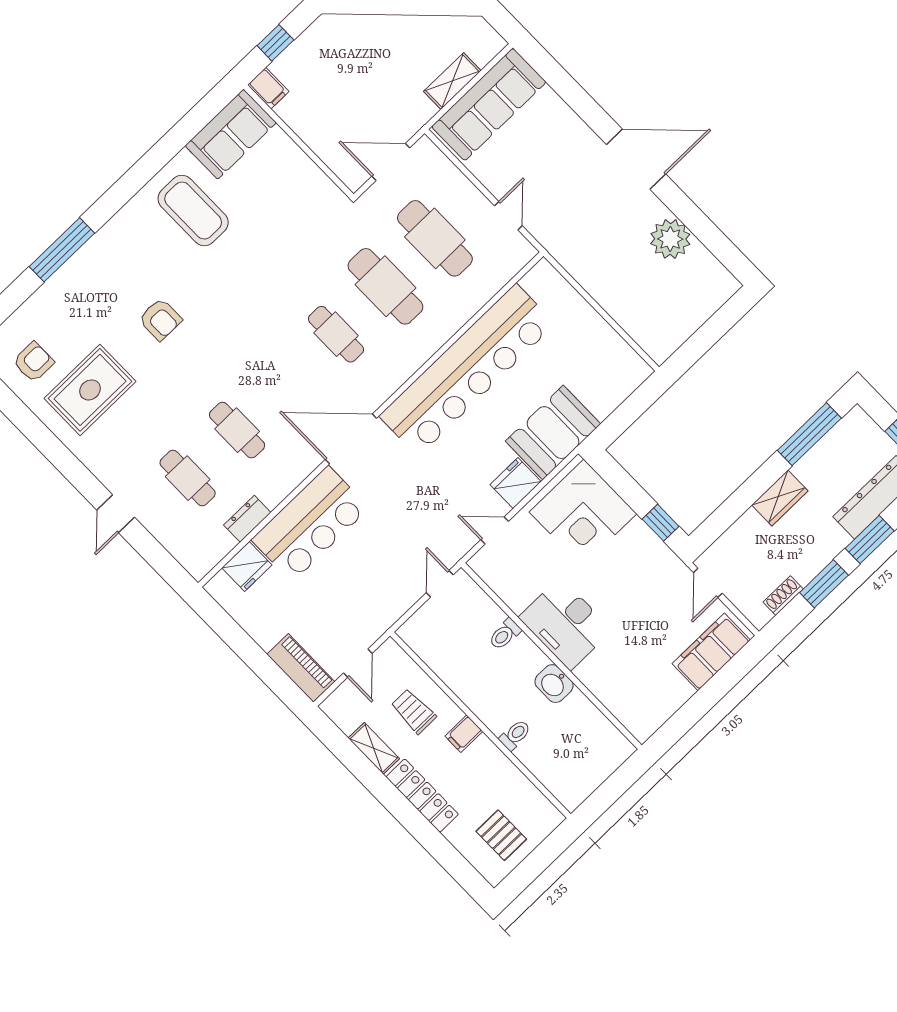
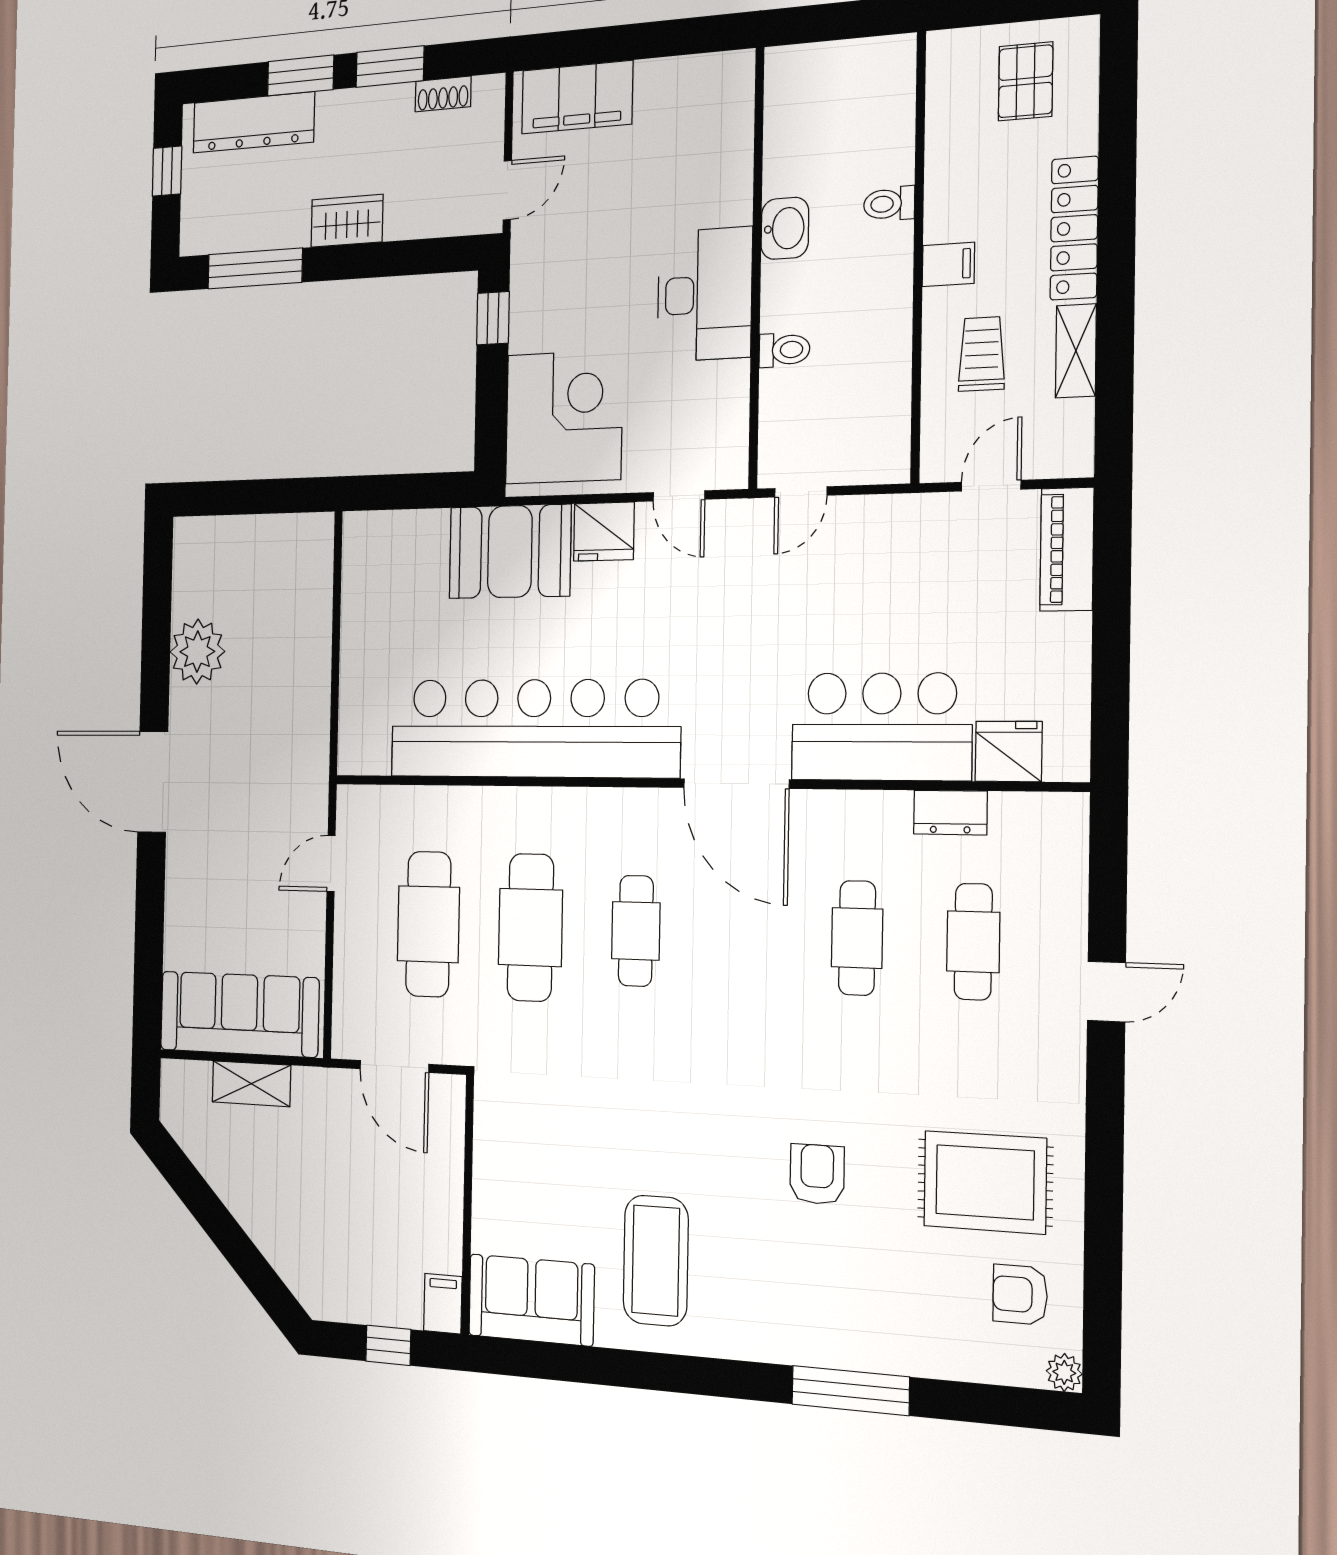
trolley: (414, 711) -> (982, 354), turned 180

